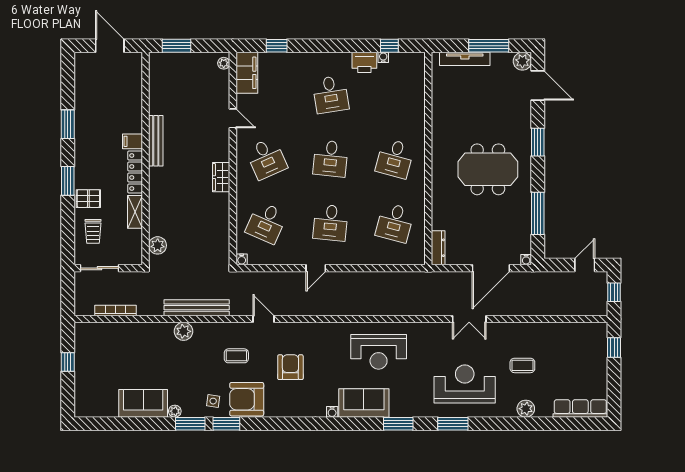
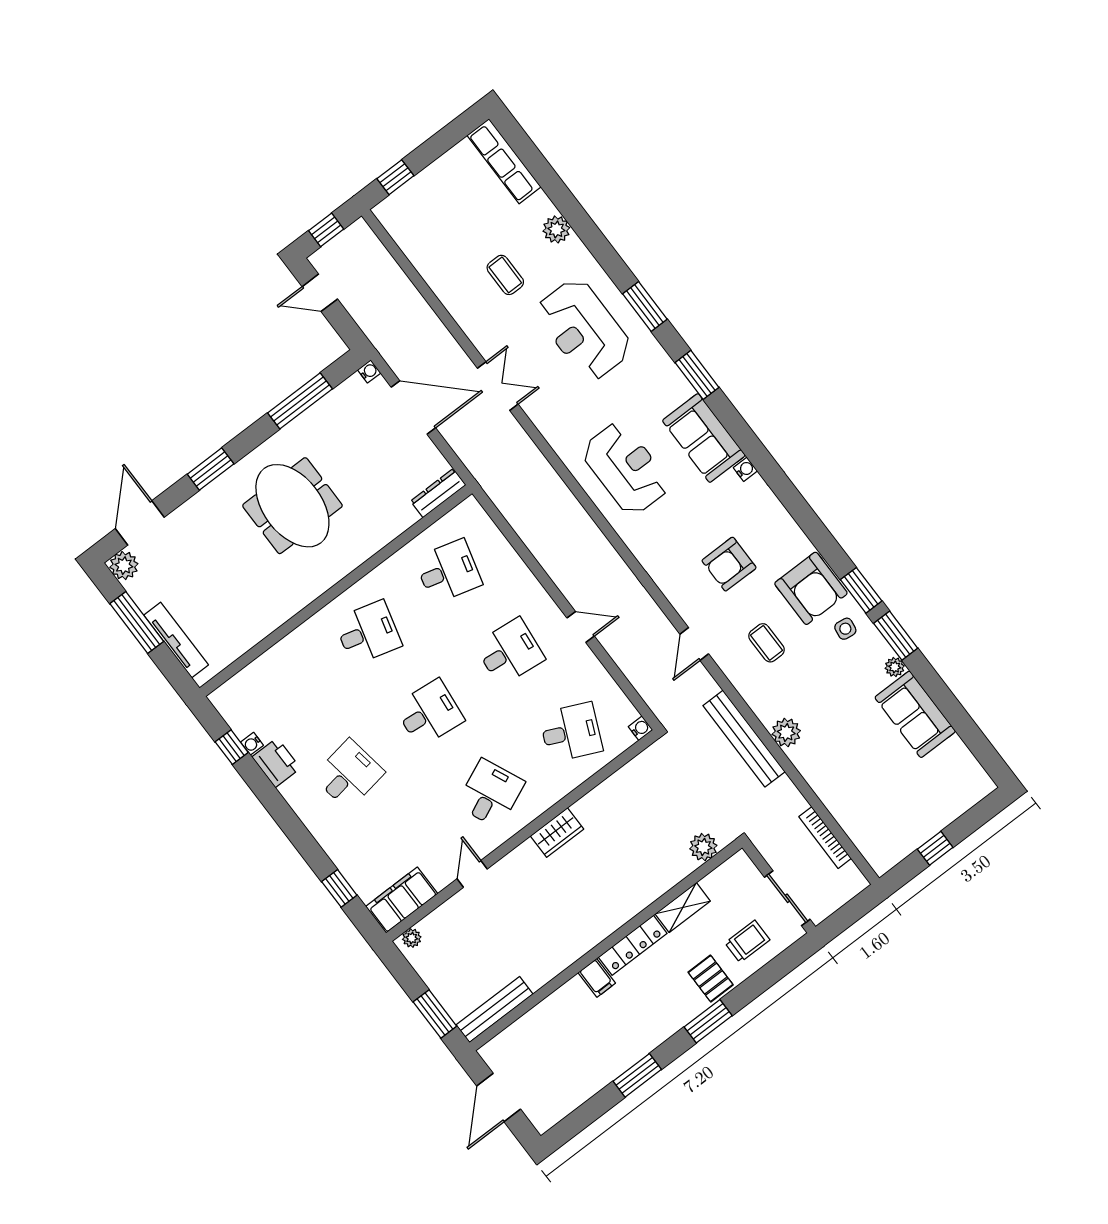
bench: (156, 141) -> (495, 1009), moved

